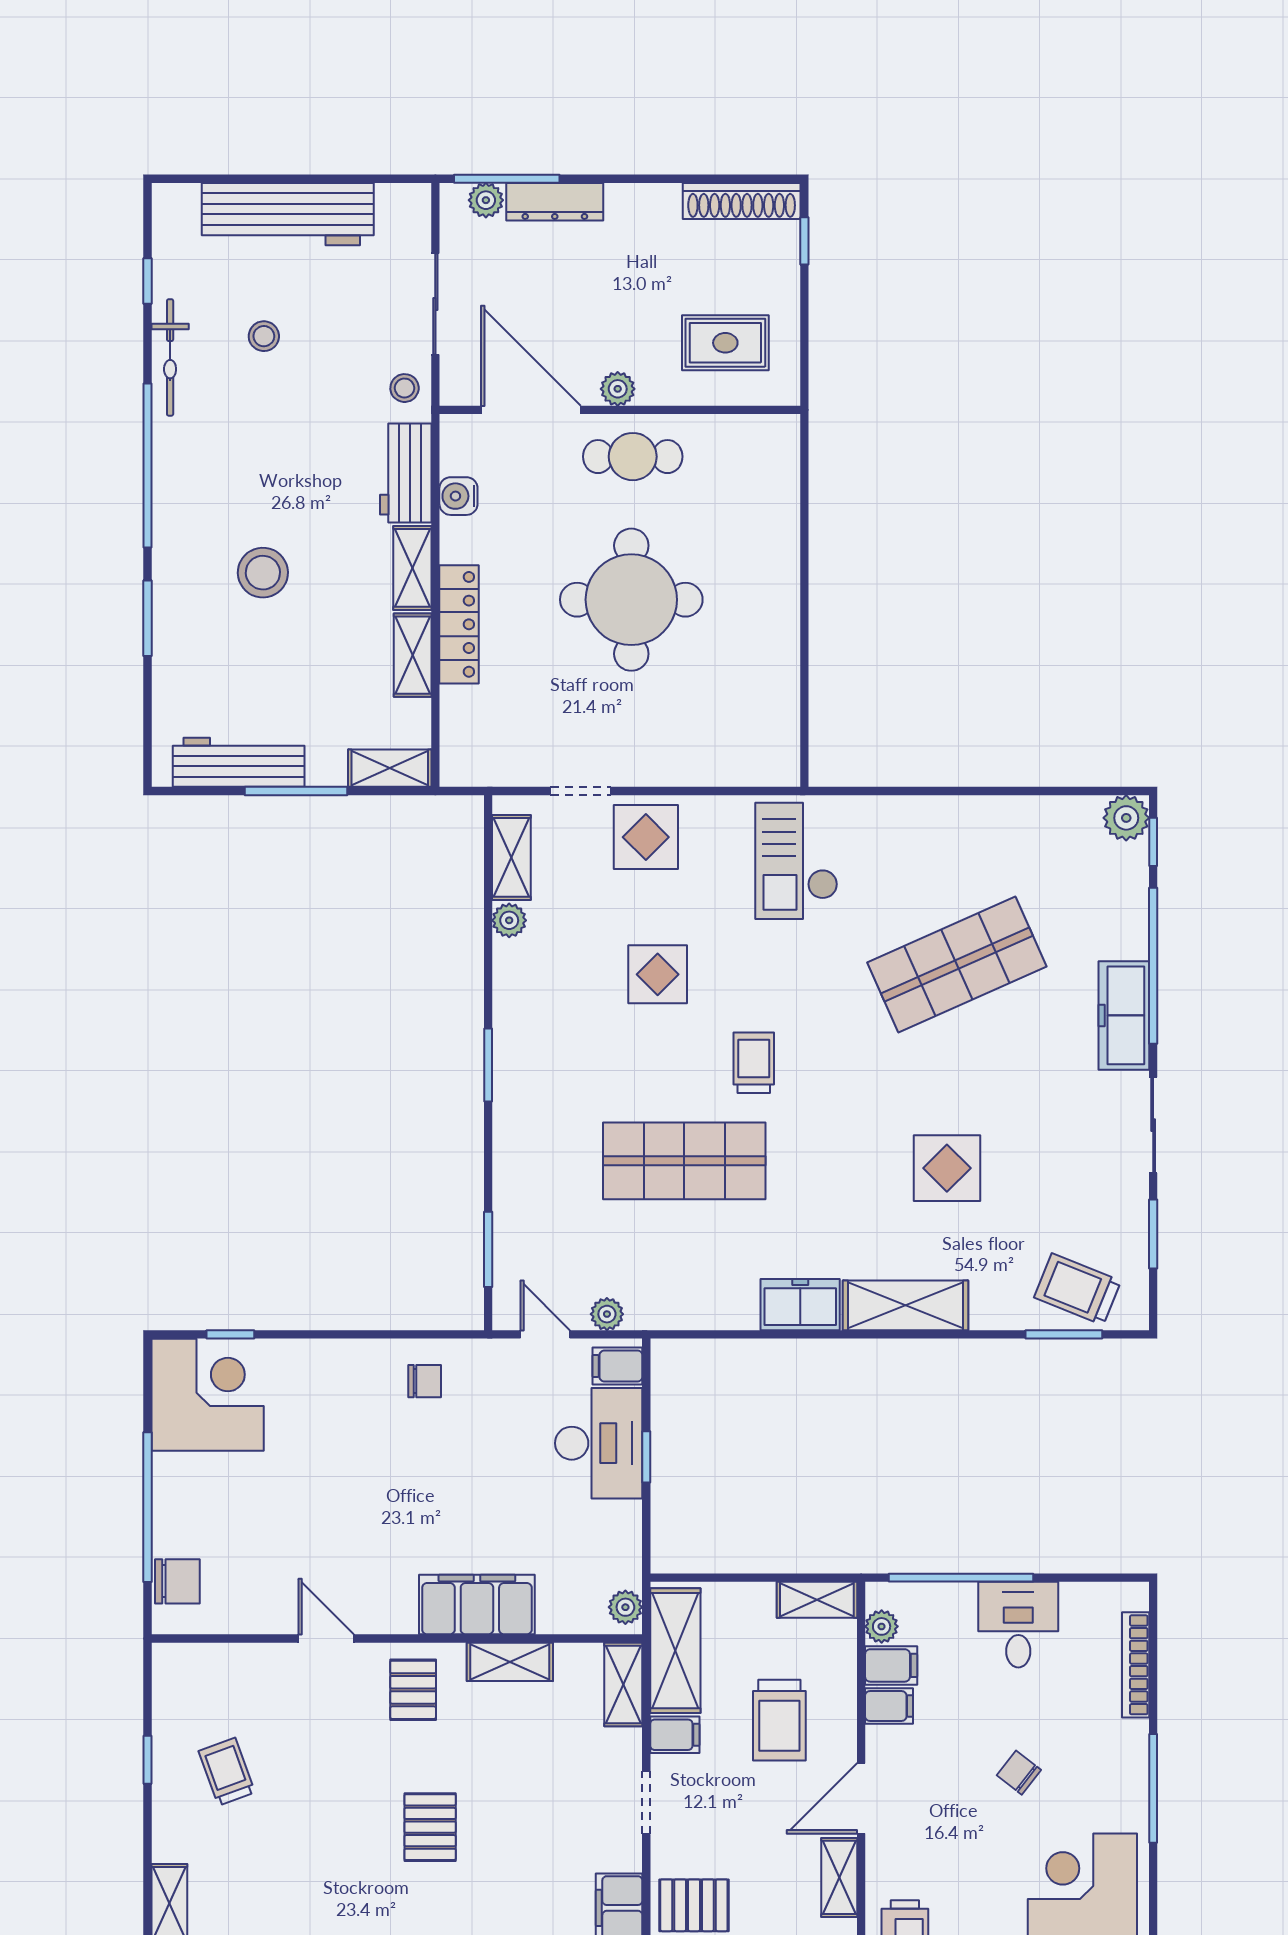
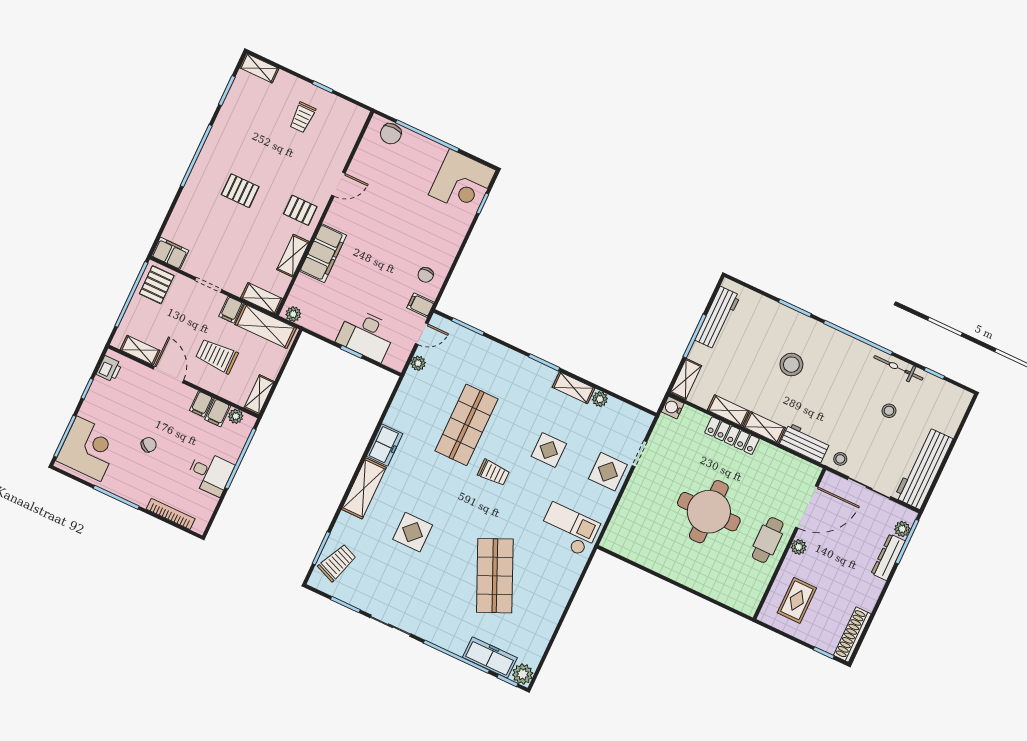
workbench: (288, 214) -> (924, 468), moved
water cooler: (458, 496) -> (673, 408), moved, turned -90
shelving: (511, 857) -> (573, 388), moved
freezer: (1124, 1015) -> (490, 658), moved
filing cabinet: (617, 1366) -> (421, 305), moved, turned -90
trolley: (227, 1772) -> (302, 117), turned 110

